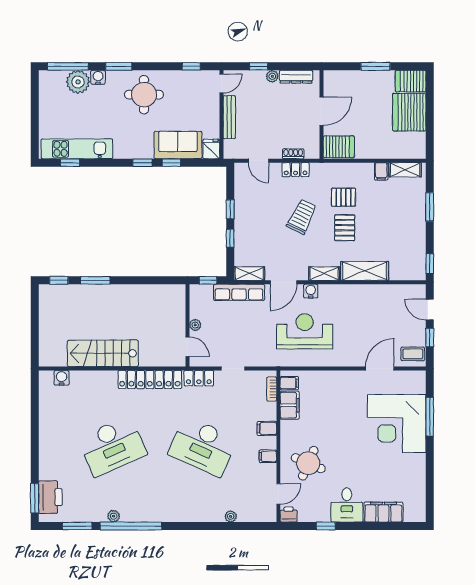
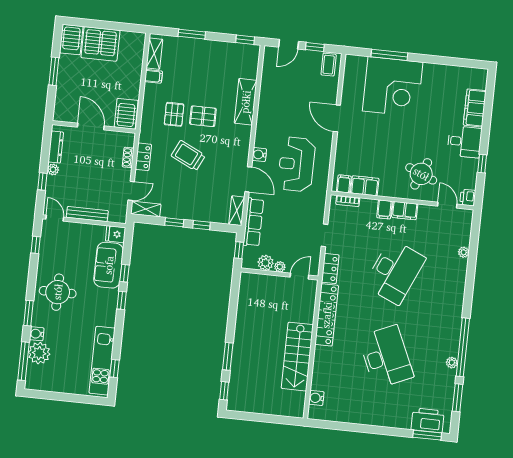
shelving: (324, 274) -> (146, 209), moved, turned 90
plant: (198, 310) -> (266, 263), added
door: (380, 369) -> (337, 118), moved
filing cabinet: (268, 456) -> (405, 211), width x2.00

